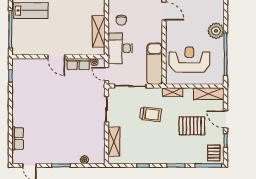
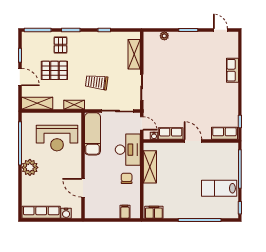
row of seats: (25, 64) -> (224, 133), added
row of seats: (18, 139) -> (232, 70), moved
pallet: (214, 153) -> (60, 45), moved

